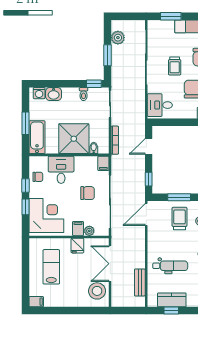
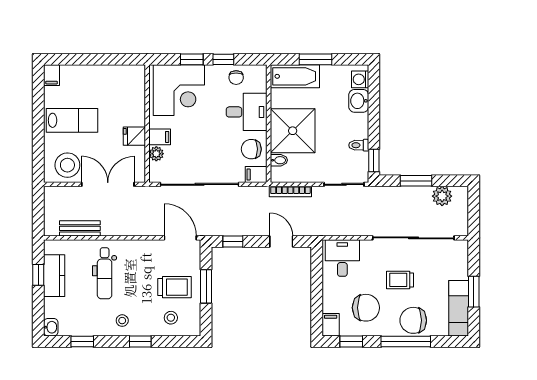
window: (171, 16) -> (474, 292), moved
chair: (88, 193) -> (251, 149), moved, turned 90
lab bench: (51, 267) -> (72, 120), moved

